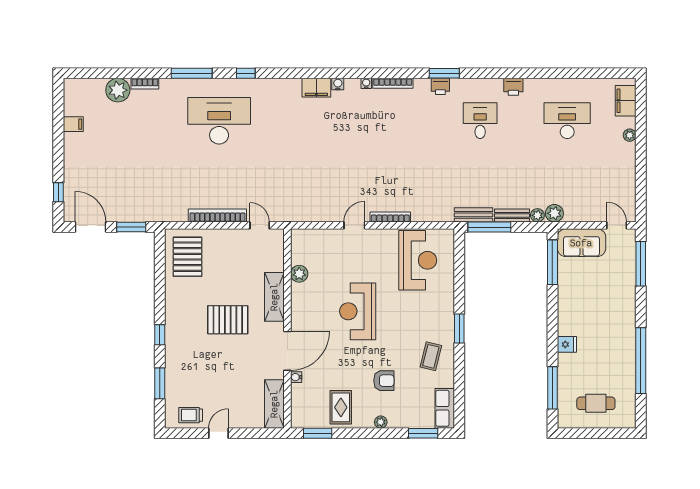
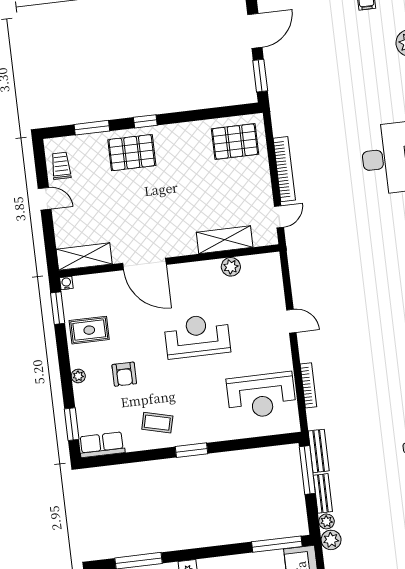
bookcase: (390, 217) -> (308, 385), moved
shelving: (274, 297) -> (225, 240), moved
pallet: (228, 320) -> (132, 153), moved, turned 90
water cooler: (296, 377) -> (66, 283), moved

